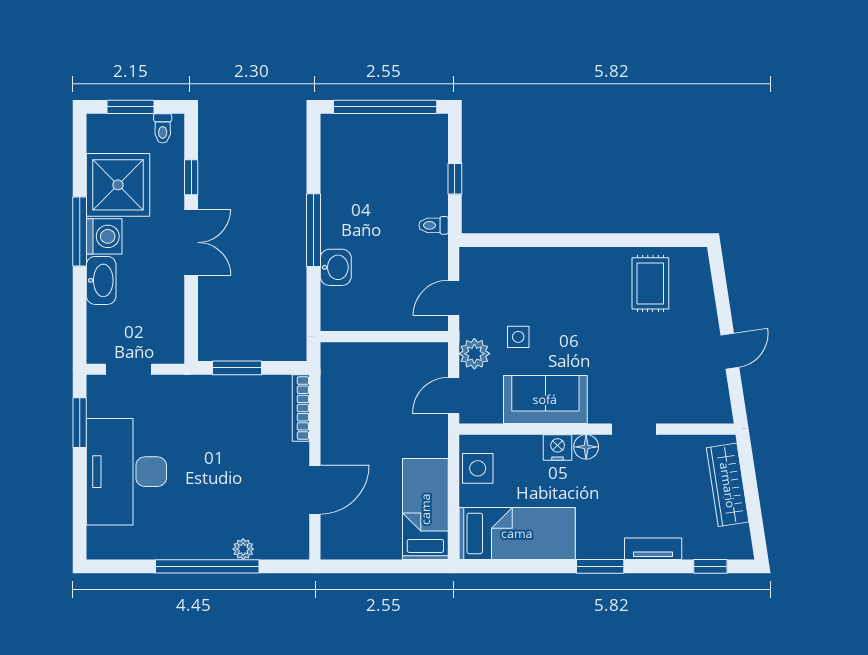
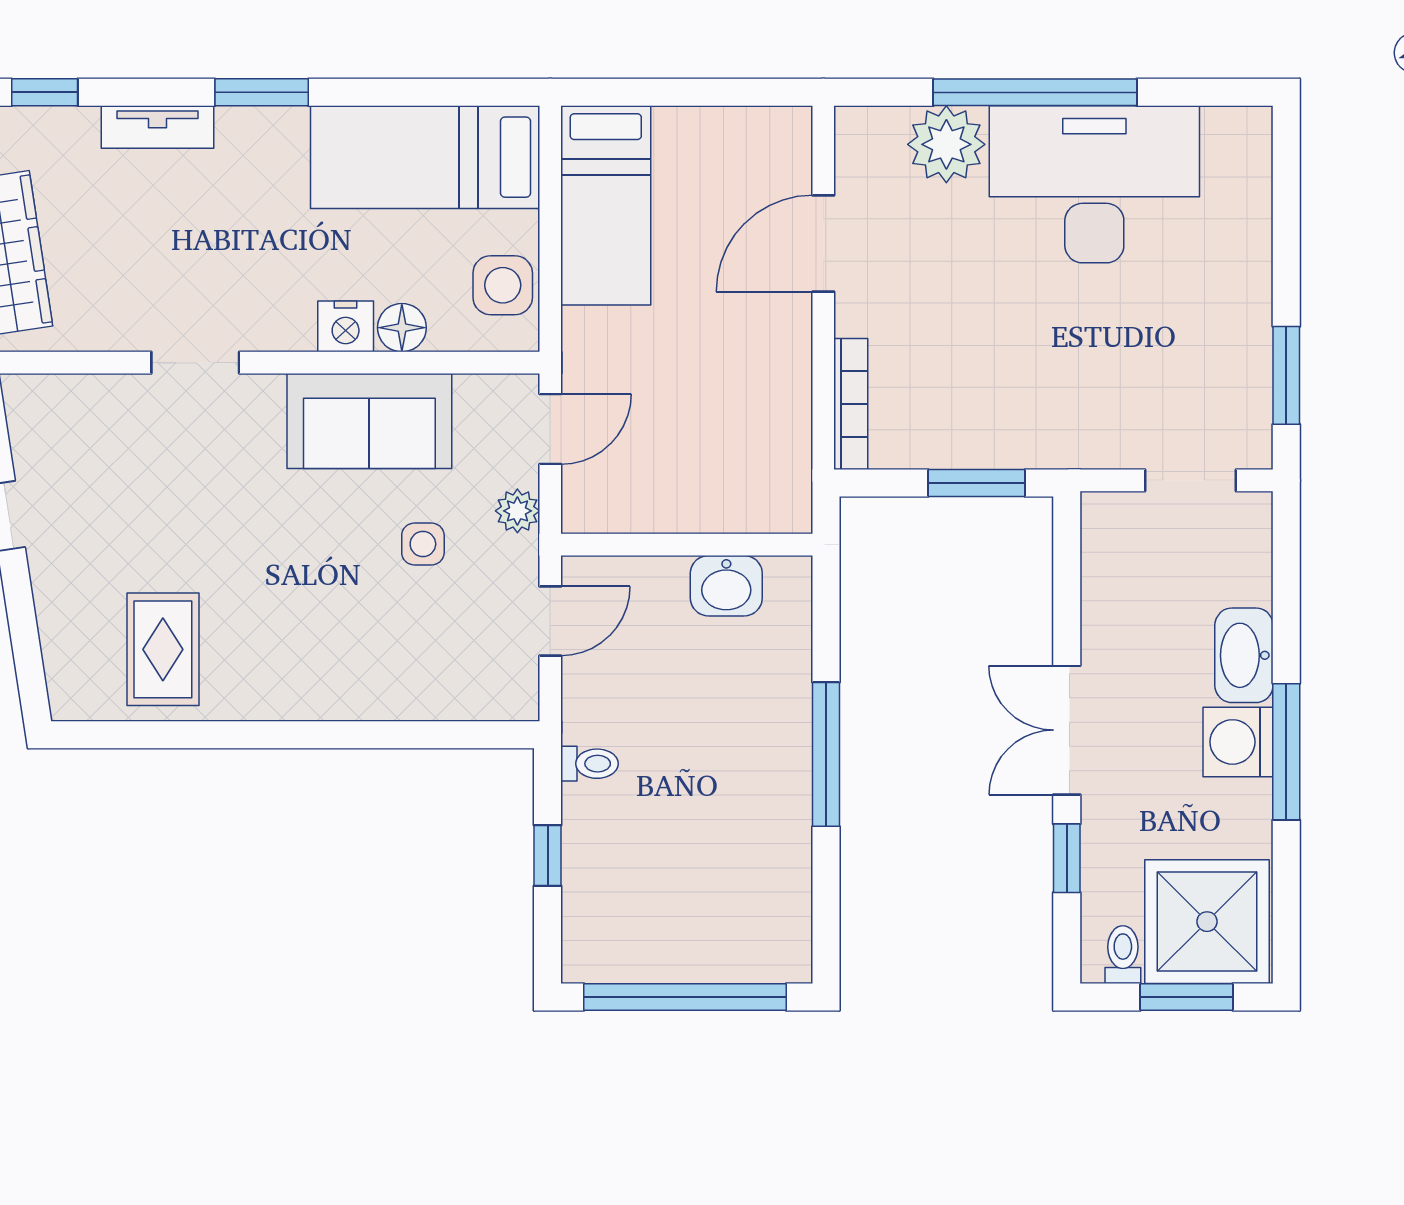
shower: (118, 185) -> (1207, 922), moved
washbasin: (336, 267) -> (726, 586), moved, turned -90
plant: (474, 354) -> (517, 511), width x0.73, depth x0.73
floor lamp: (586, 447) -> (402, 328), moved
desk: (126, 472) -> (1094, 184), moved, turned -90
plant: (243, 549) -> (946, 144), width x1.88, depth x1.88

